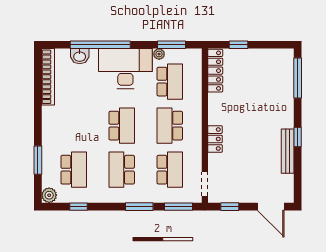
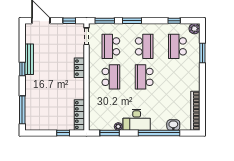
desk: (125, 68) -> (137, 120), width x0.73, depth x0.77
school desk: (170, 82) -> (111, 107), removed

